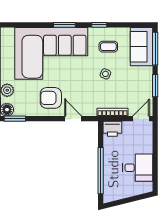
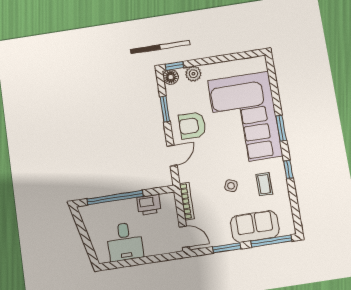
sofa: (141, 47) -> (255, 227), moved
armchair: (51, 98) -> (192, 126), turned -90
window: (15, 119) -> (165, 109), moved
printer: (112, 129) -> (149, 205), moved, turned -90

